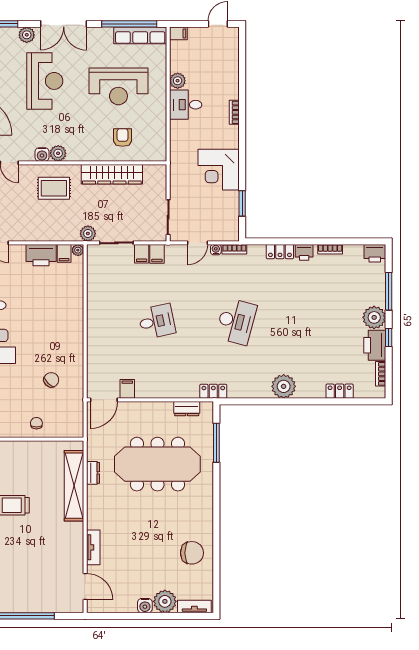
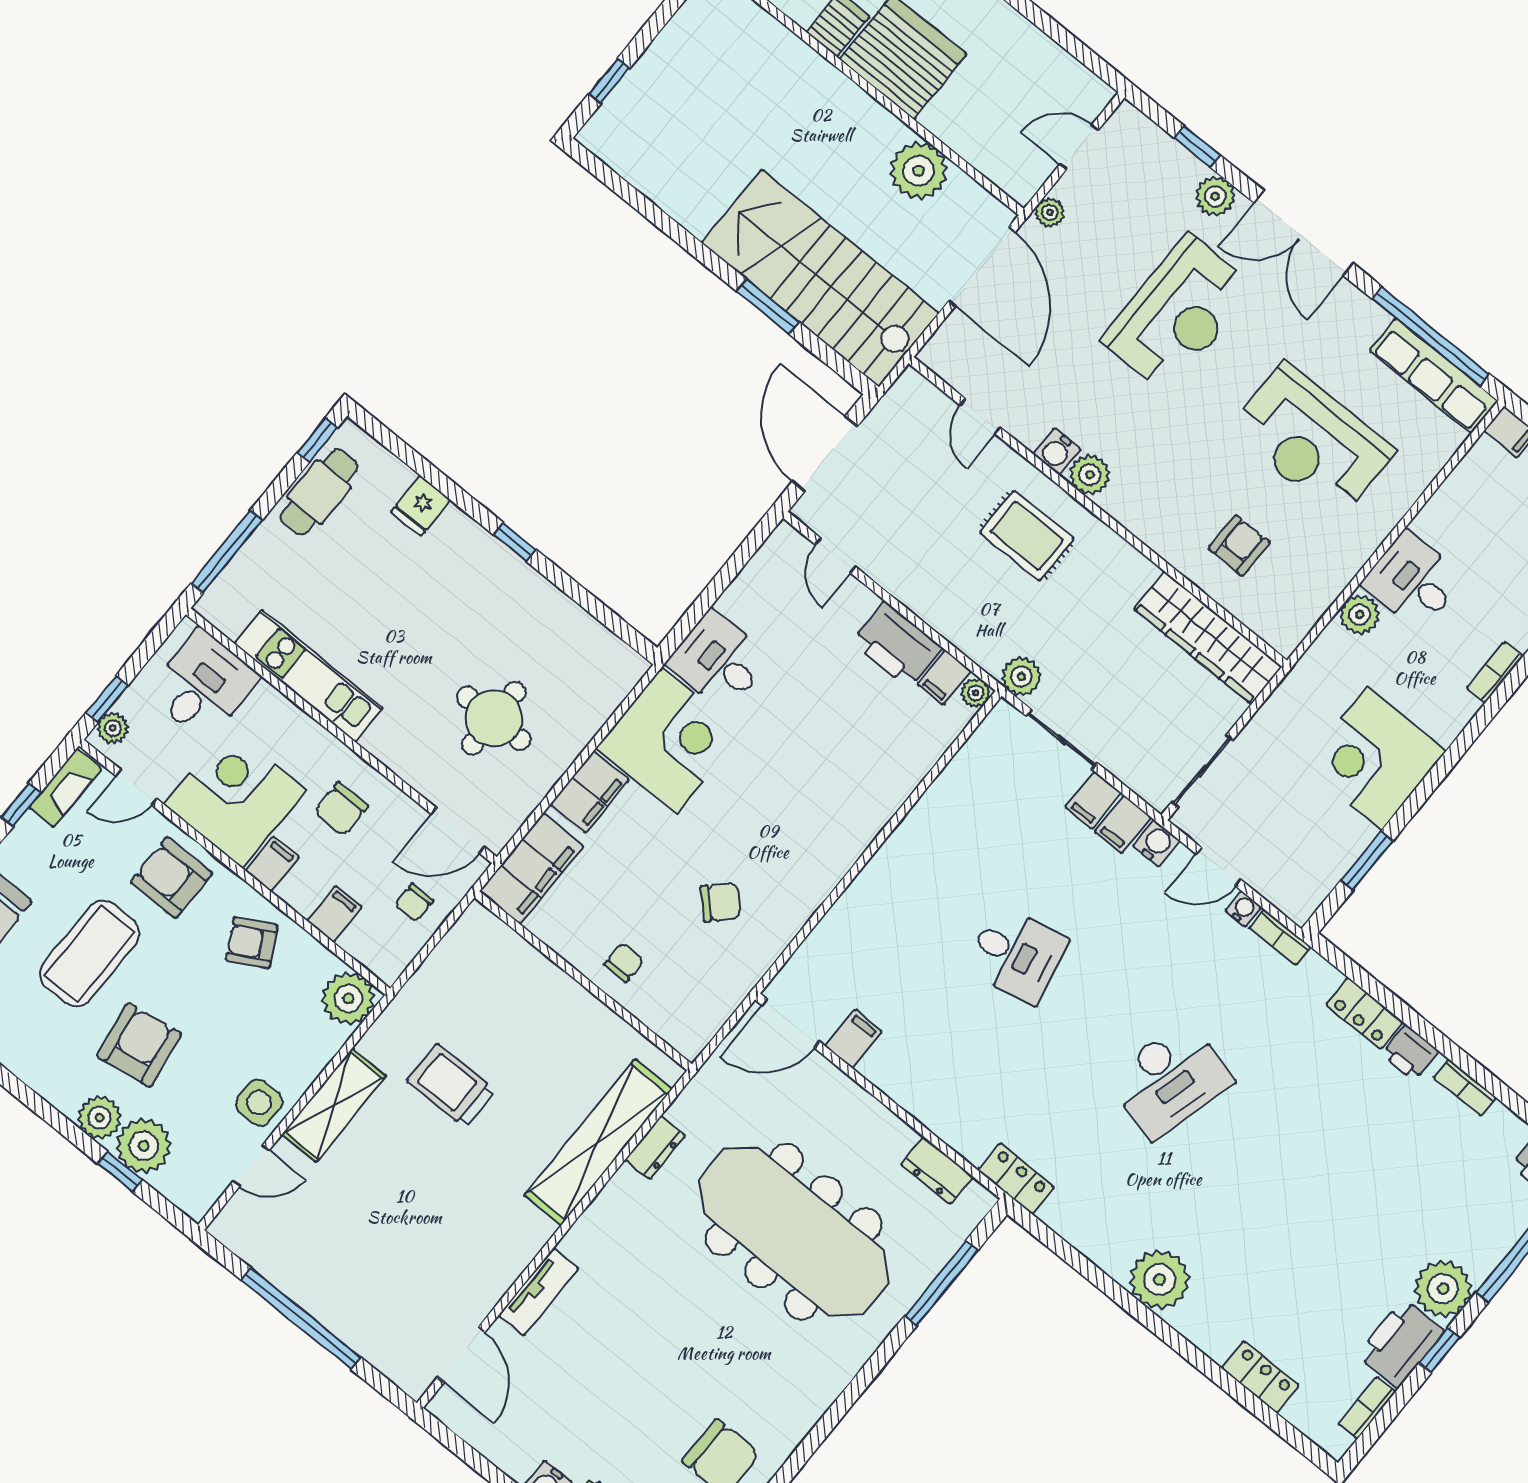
plant: (178, 81) -> (1360, 615), moved
wardrobe: (112, 174) -> (1208, 638), moved
water cooler: (172, 251) -> (1156, 843), added

